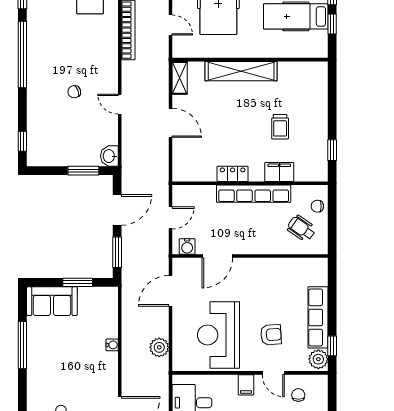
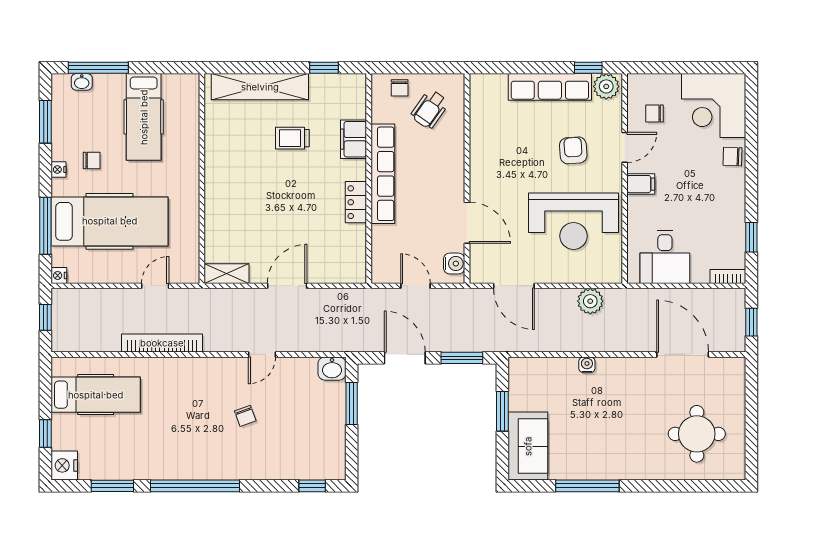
window: (332, 24) -> (154, 68), removed
shelving: (241, 71) -> (260, 87), moved, turned 90
trolley: (280, 127) -> (292, 138), turned 180

